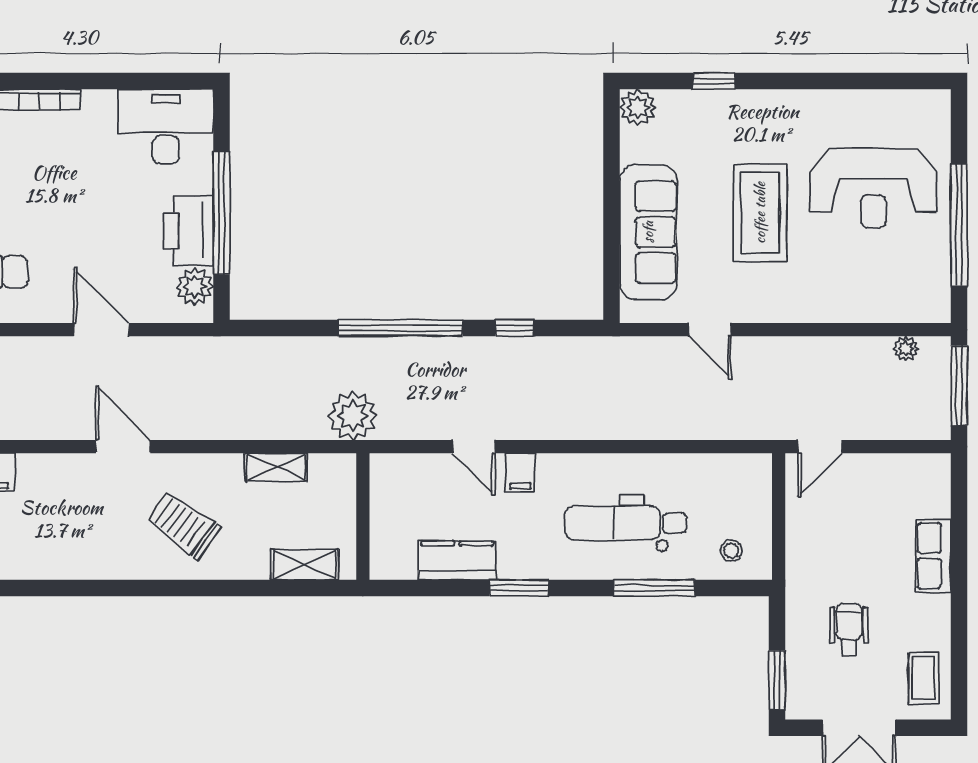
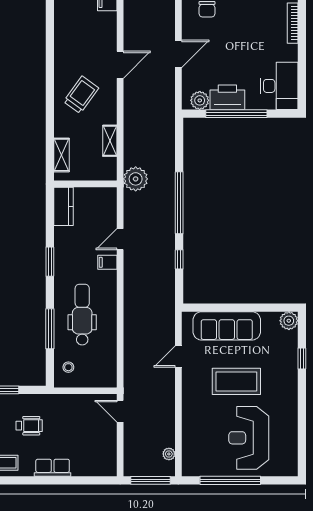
row of seats: (933, 556) -> (53, 468), moved
kitchen counter: (457, 560) -> (64, 206), moved

